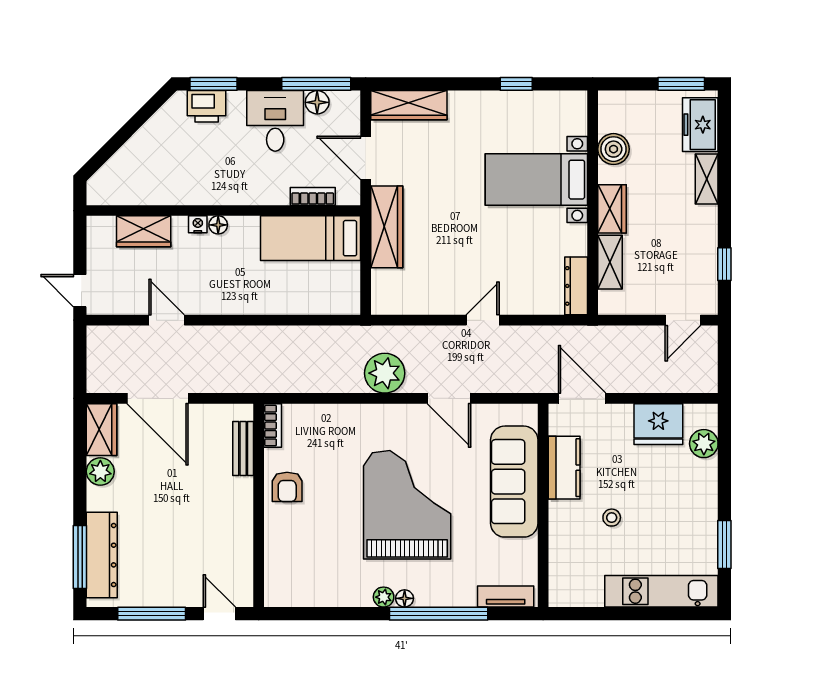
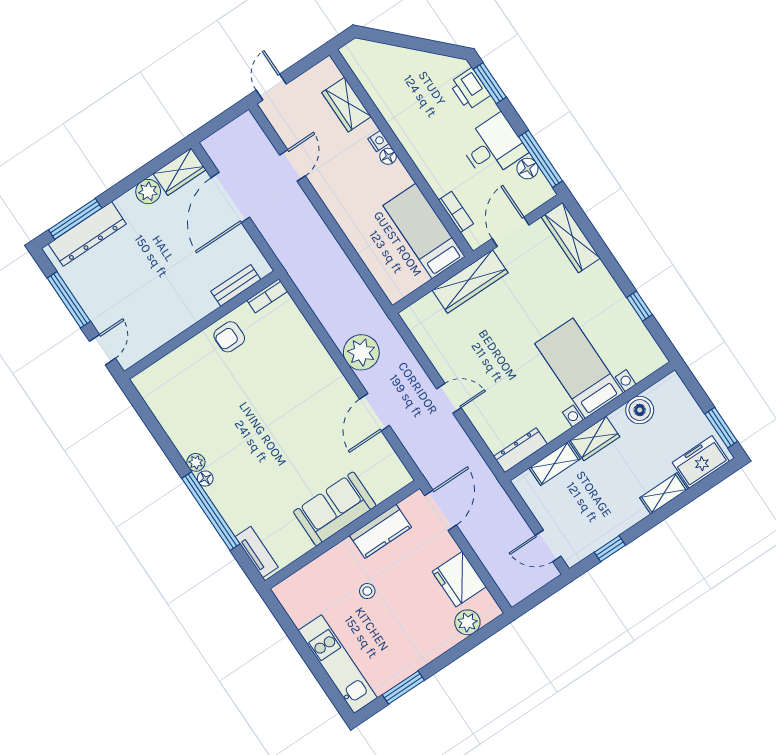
sofa: (514, 482) -> (335, 509), width x0.73
grand piano: (407, 505) -> (275, 434), removed

